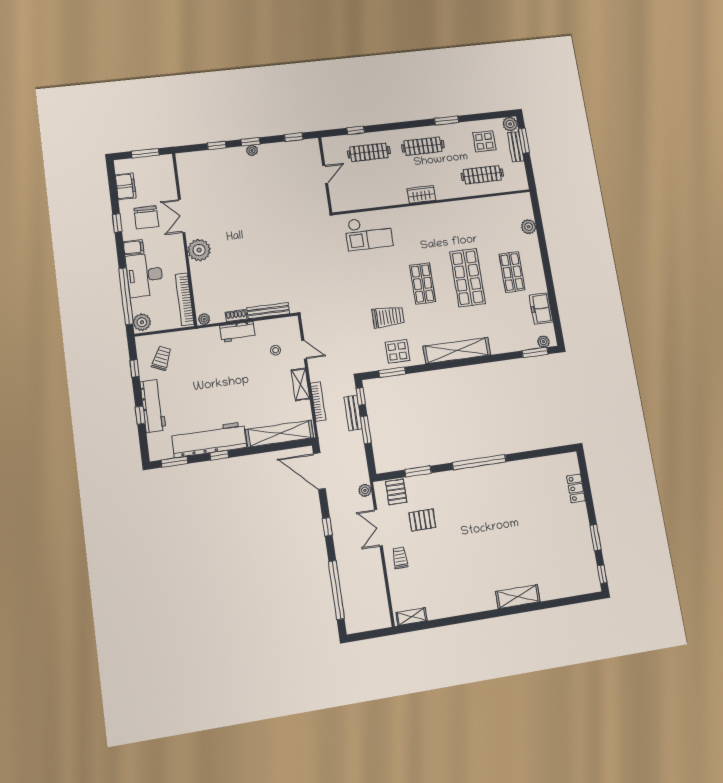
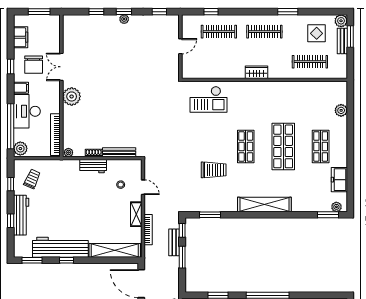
display table: (398, 351) -> (217, 199), removed

